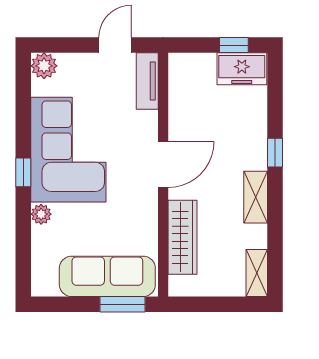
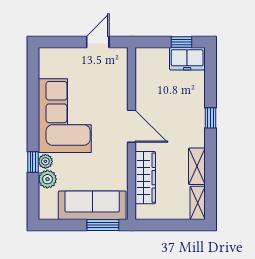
plant: (44, 66) -> (47, 179), moved
tv unit: (147, 81) -> (120, 67), removed
door: (163, 165) -> (132, 126), hinge flipped
window: (23, 172) -> (33, 162), moved
shelving: (256, 197) -> (197, 166), moved

